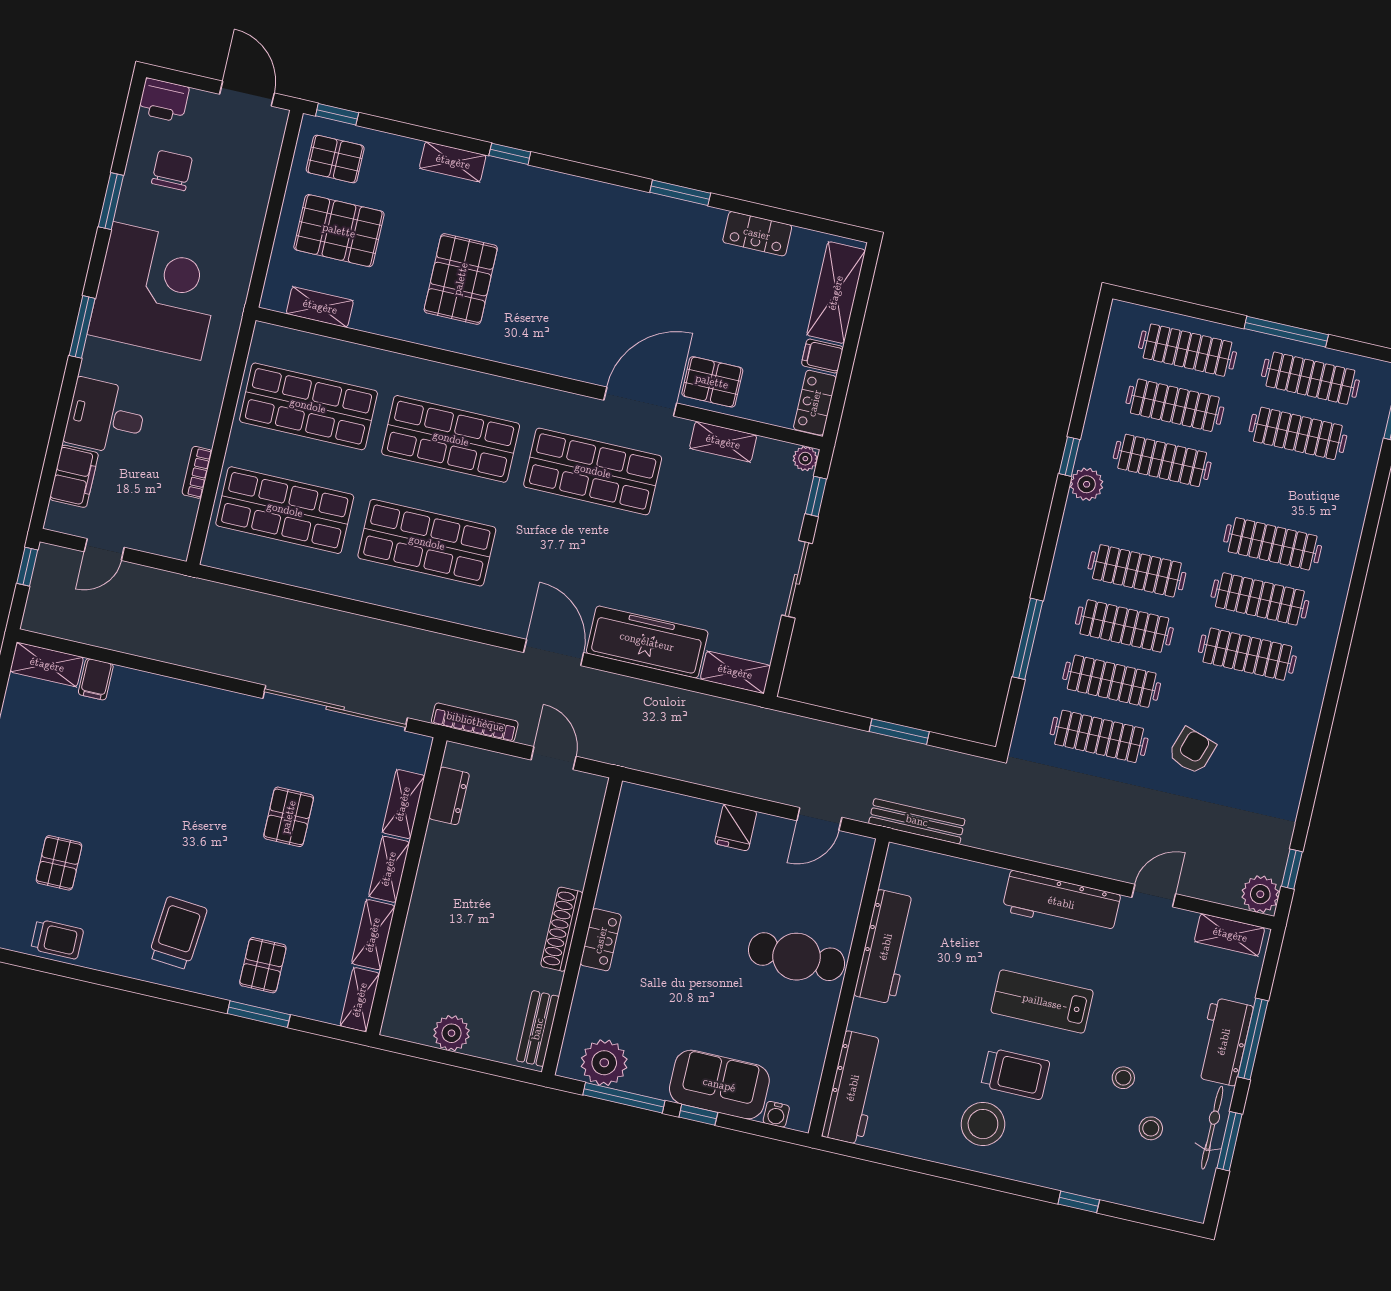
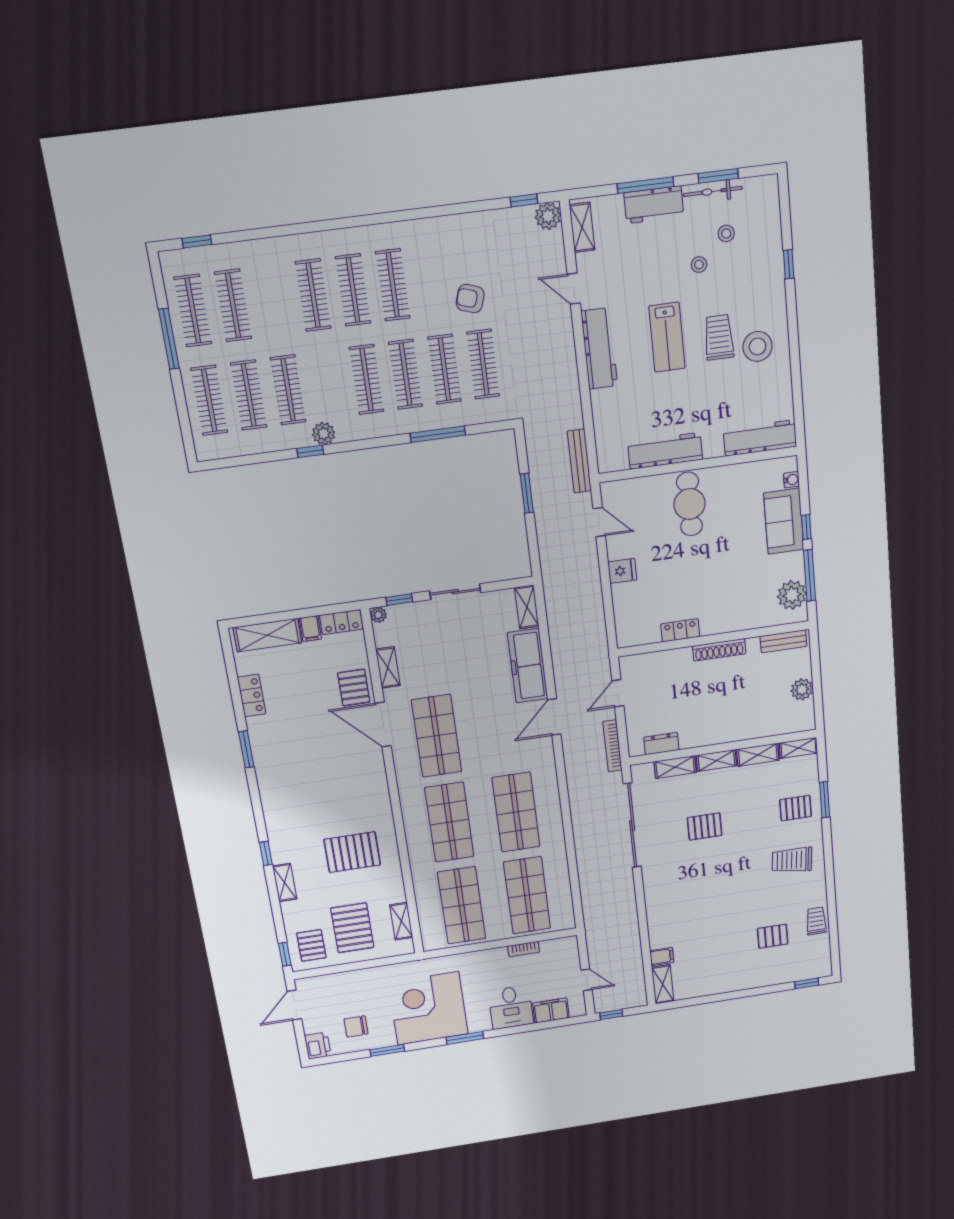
locker: (601, 940) -> (680, 630), moved

